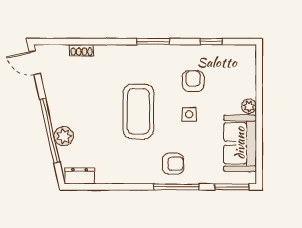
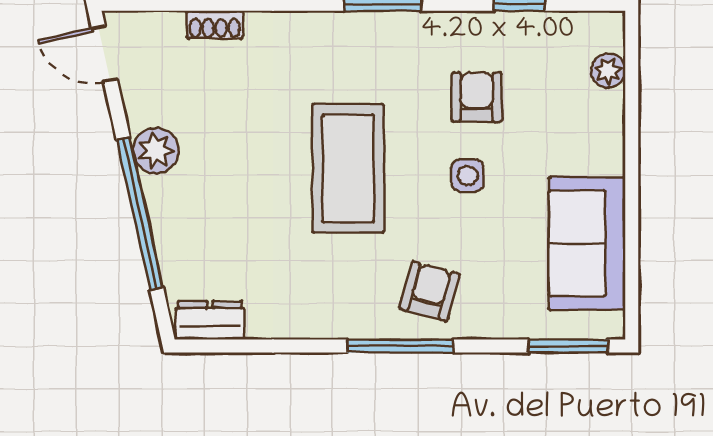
plant: (249, 106) -> (608, 71), moved
plant: (64, 136) -> (156, 151), moved
armchair: (173, 164) -> (429, 291), turned -75
window: (176, 187) -> (400, 346), moved

